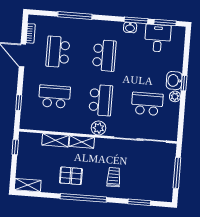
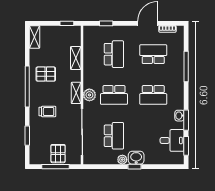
shelving: (82, 142) -> (76, 93), moved
pallet: (162, 169) -> (58, 154), added
pallet: (71, 176) -> (46, 74), turned 90

